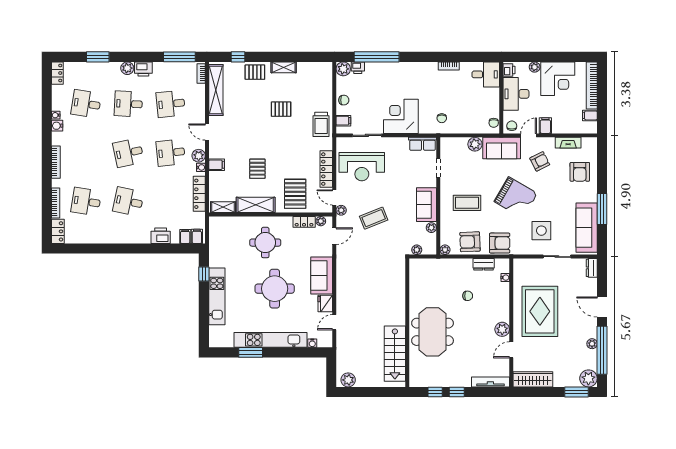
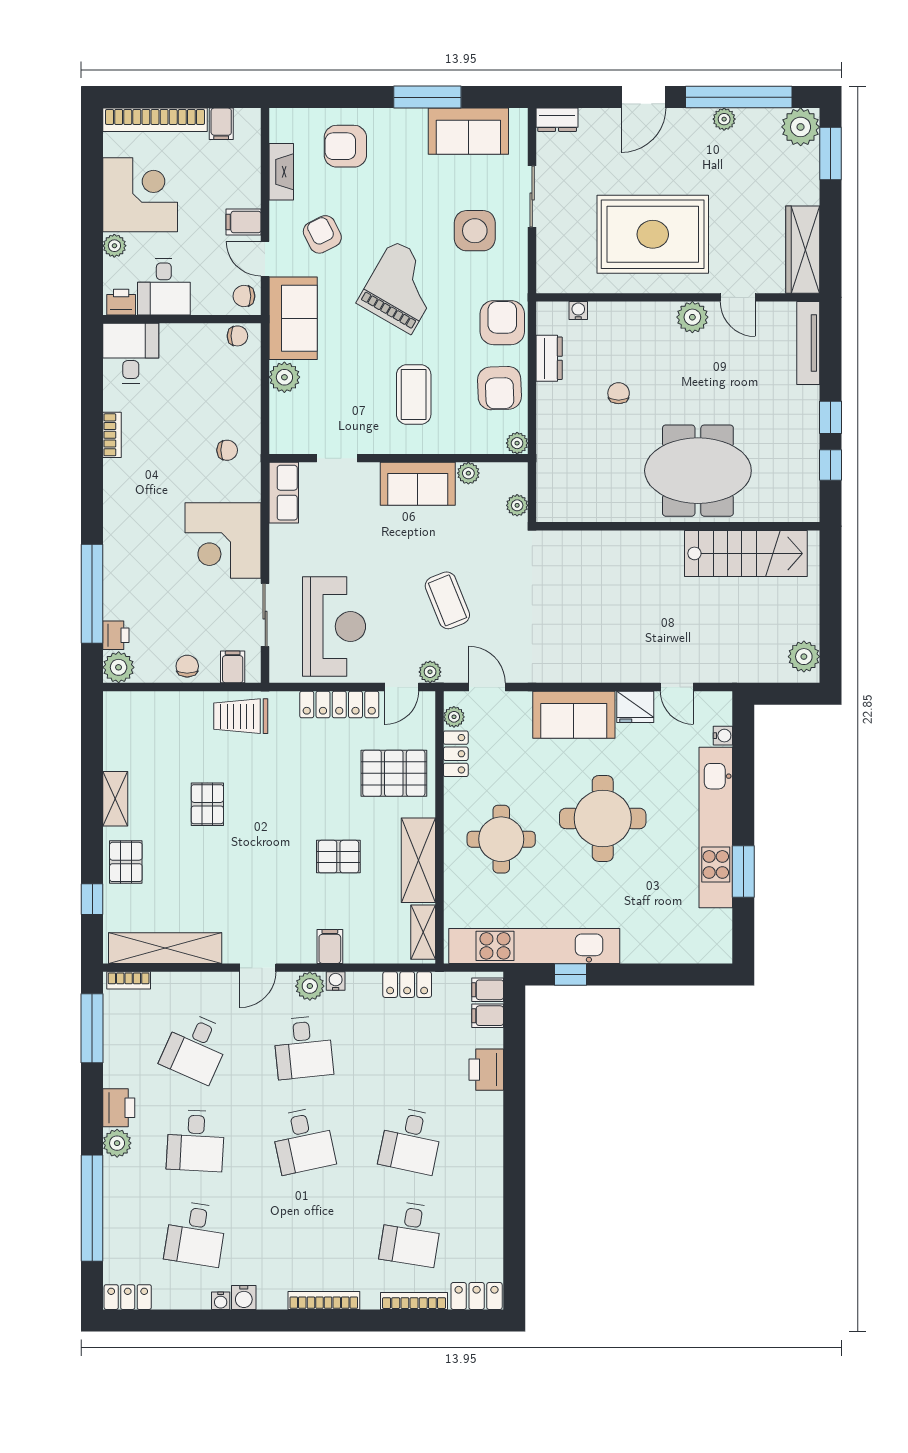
window: (98, 57) -> (92, 1208), width x2.11
desk: (516, 94) -> (164, 287), width x0.73
desk: (171, 104) -> (196, 1048), turned 30
trolley: (321, 124) -> (241, 716), turned 180
armchair: (580, 172) -> (345, 146), turned 180
locker: (199, 194) -> (407, 985), width x0.66
sofa: (587, 228) -> (468, 131), width x0.73
kitchen unit: (217, 296) -> (534, 946), moved, width x1.36

